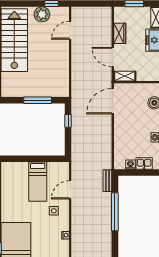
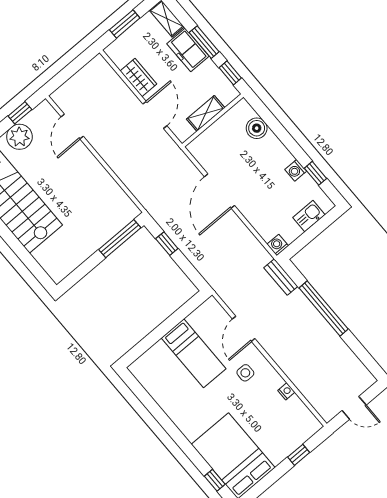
door: (113, 57) -> (155, 115), swing flipped
shelving: (125, 76) -> (206, 113), moved
window: (38, 100) -> (120, 239), moved
door: (113, 101) -> (219, 191), moved
washing machine: (131, 165) -> (278, 245), moved

